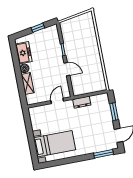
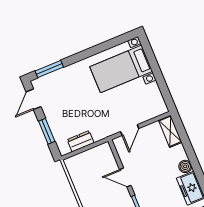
shelving: (28, 84) -> (170, 131), moved
dresser: (82, 102) -> (81, 141), moved

